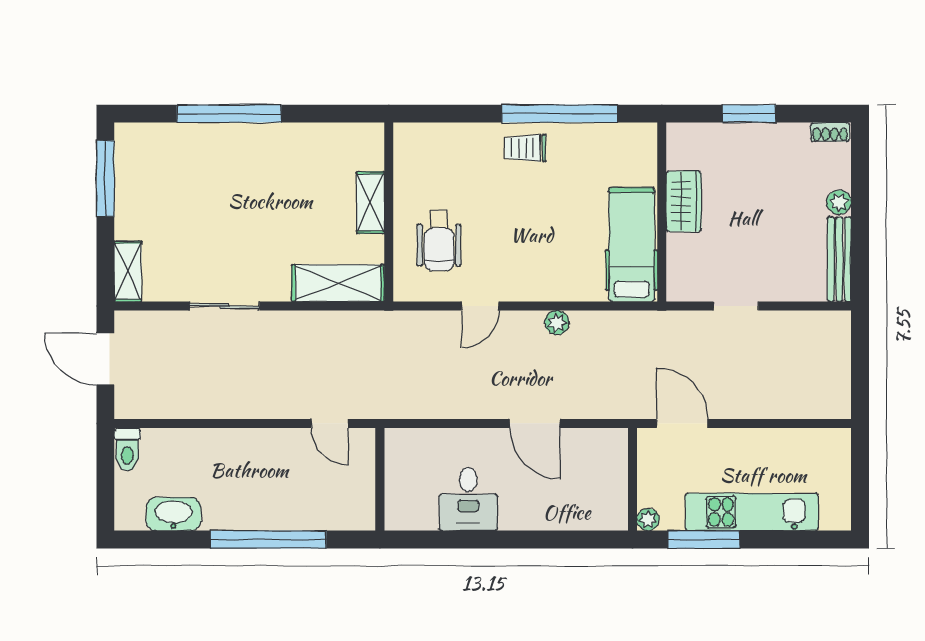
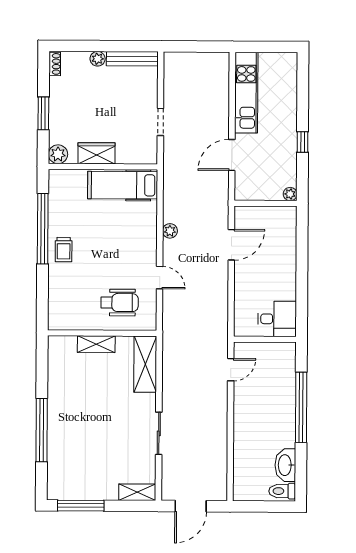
plant: (682, 138) -> (58, 154), added
toilet: (127, 450) -> (282, 491), moved, turned 180
wall: (632, 479) -> (266, 203), moved
desk: (468, 499) -> (277, 319), moved
kitchen unit: (752, 512) -> (246, 93), moved, turned 180
plant: (648, 520) -> (290, 194), moved
window: (704, 539) -> (303, 142), width x0.46

